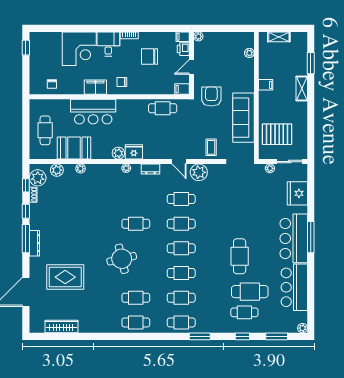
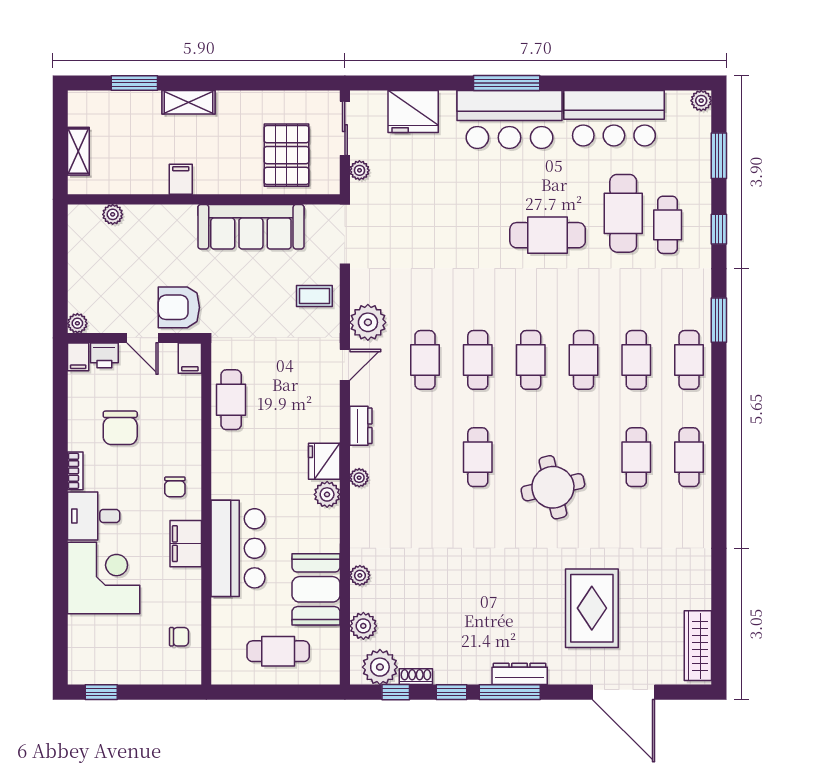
armchair: (211, 97) -> (179, 307), moved
wardrobe: (61, 327) -> (698, 646), moved

